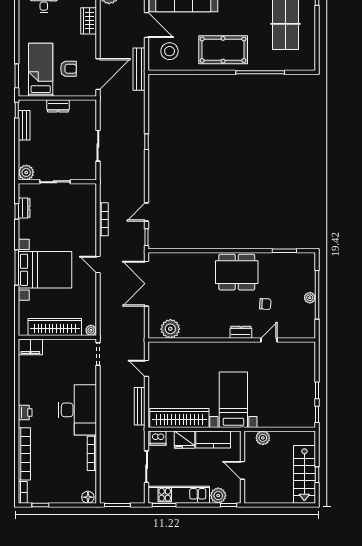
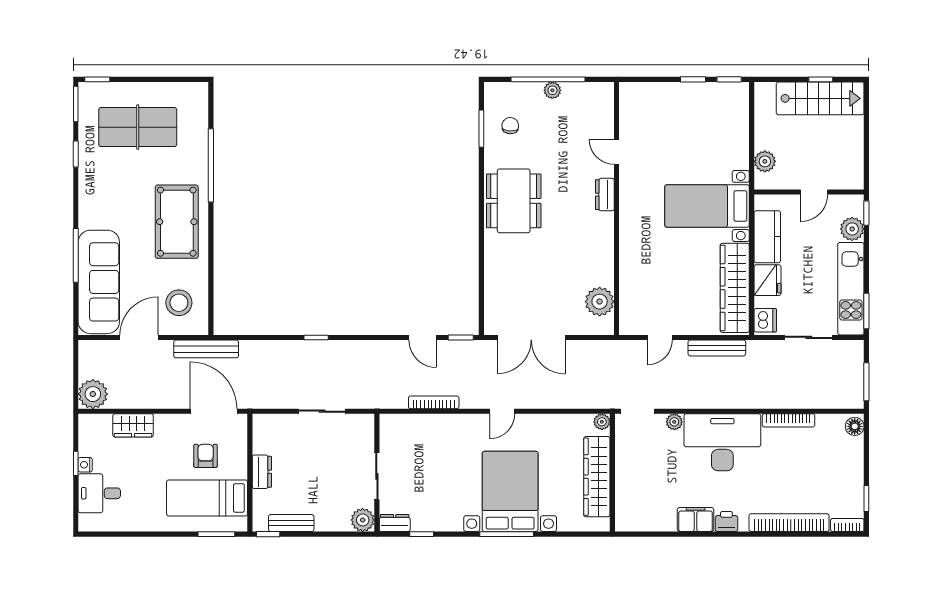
dresser: (24, 208) -> (395, 523), moved
chair: (265, 304) -> (510, 126), moved
filing cabinet: (30, 347) -> (696, 520), moved, turned -90
plant: (91, 378) -> (674, 422), added

